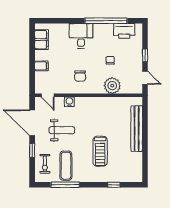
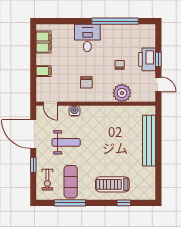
printer: (124, 31) -> (147, 59), moved, turned 90
treadmill: (100, 151) -> (112, 184), moved, turned 90

